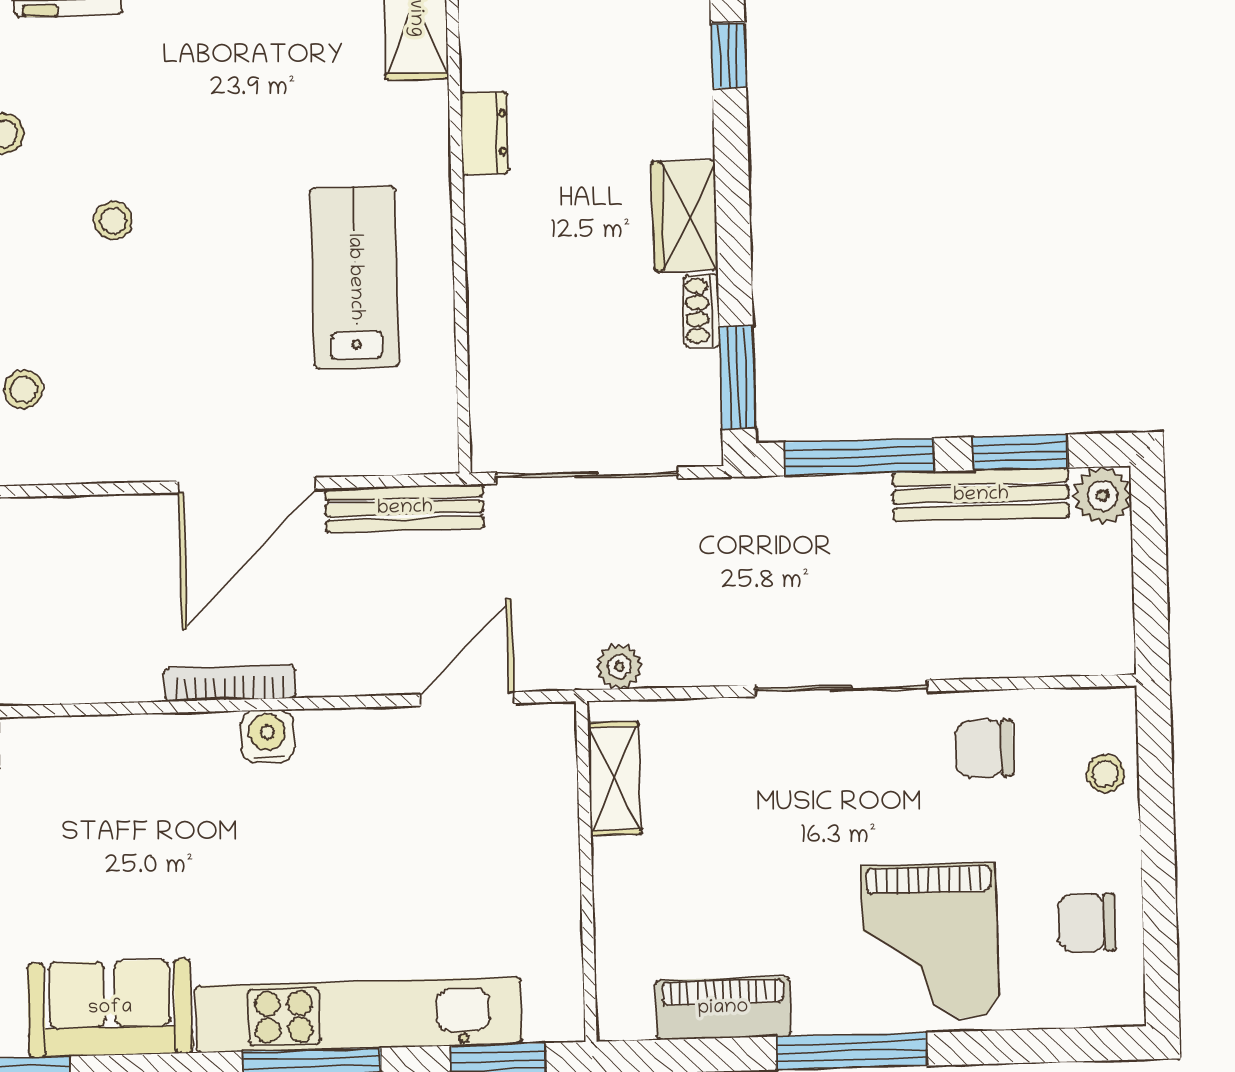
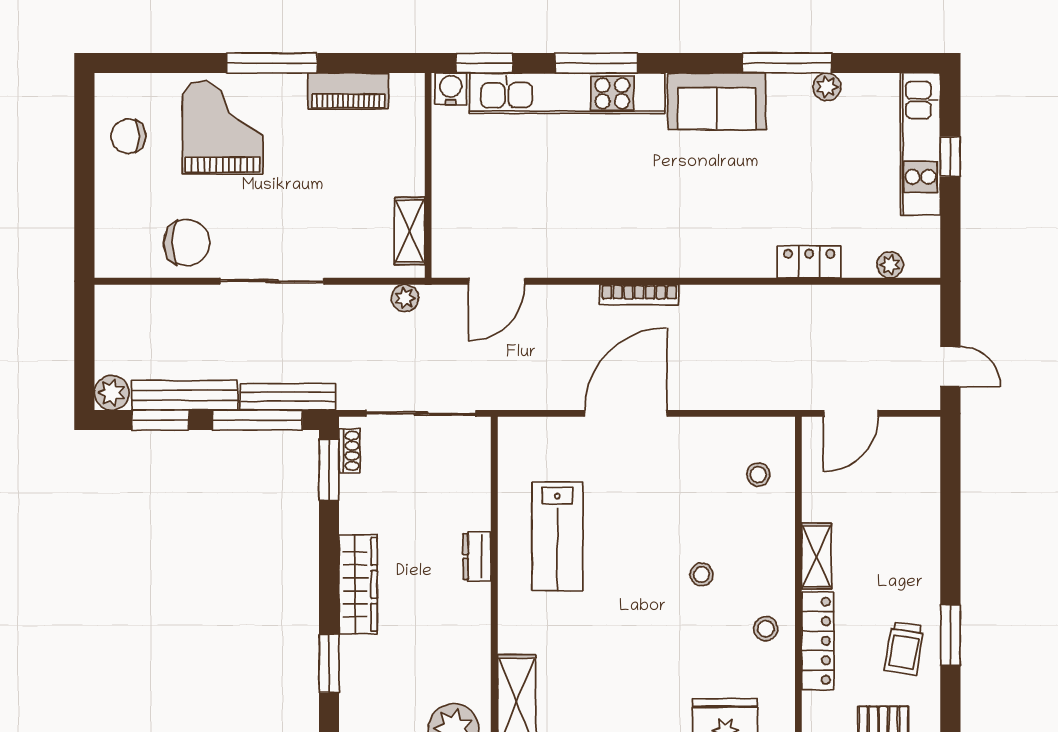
window: (729, 55) -> (329, 663), width x1.50
dresser: (484, 133) -> (477, 556), moved
wardrobe: (685, 216) -> (358, 584), width x1.50
shoe rack: (701, 311) -> (350, 451), moved
bench: (405, 508) -> (288, 397), moved
water cooler: (267, 736) -> (451, 89), moved, turned 180
chair: (985, 749) -> (187, 243), width x1.37, depth x1.37
stool: (1105, 774) -> (115, 226), removed
chair: (1087, 923) -> (128, 136), turned 180

